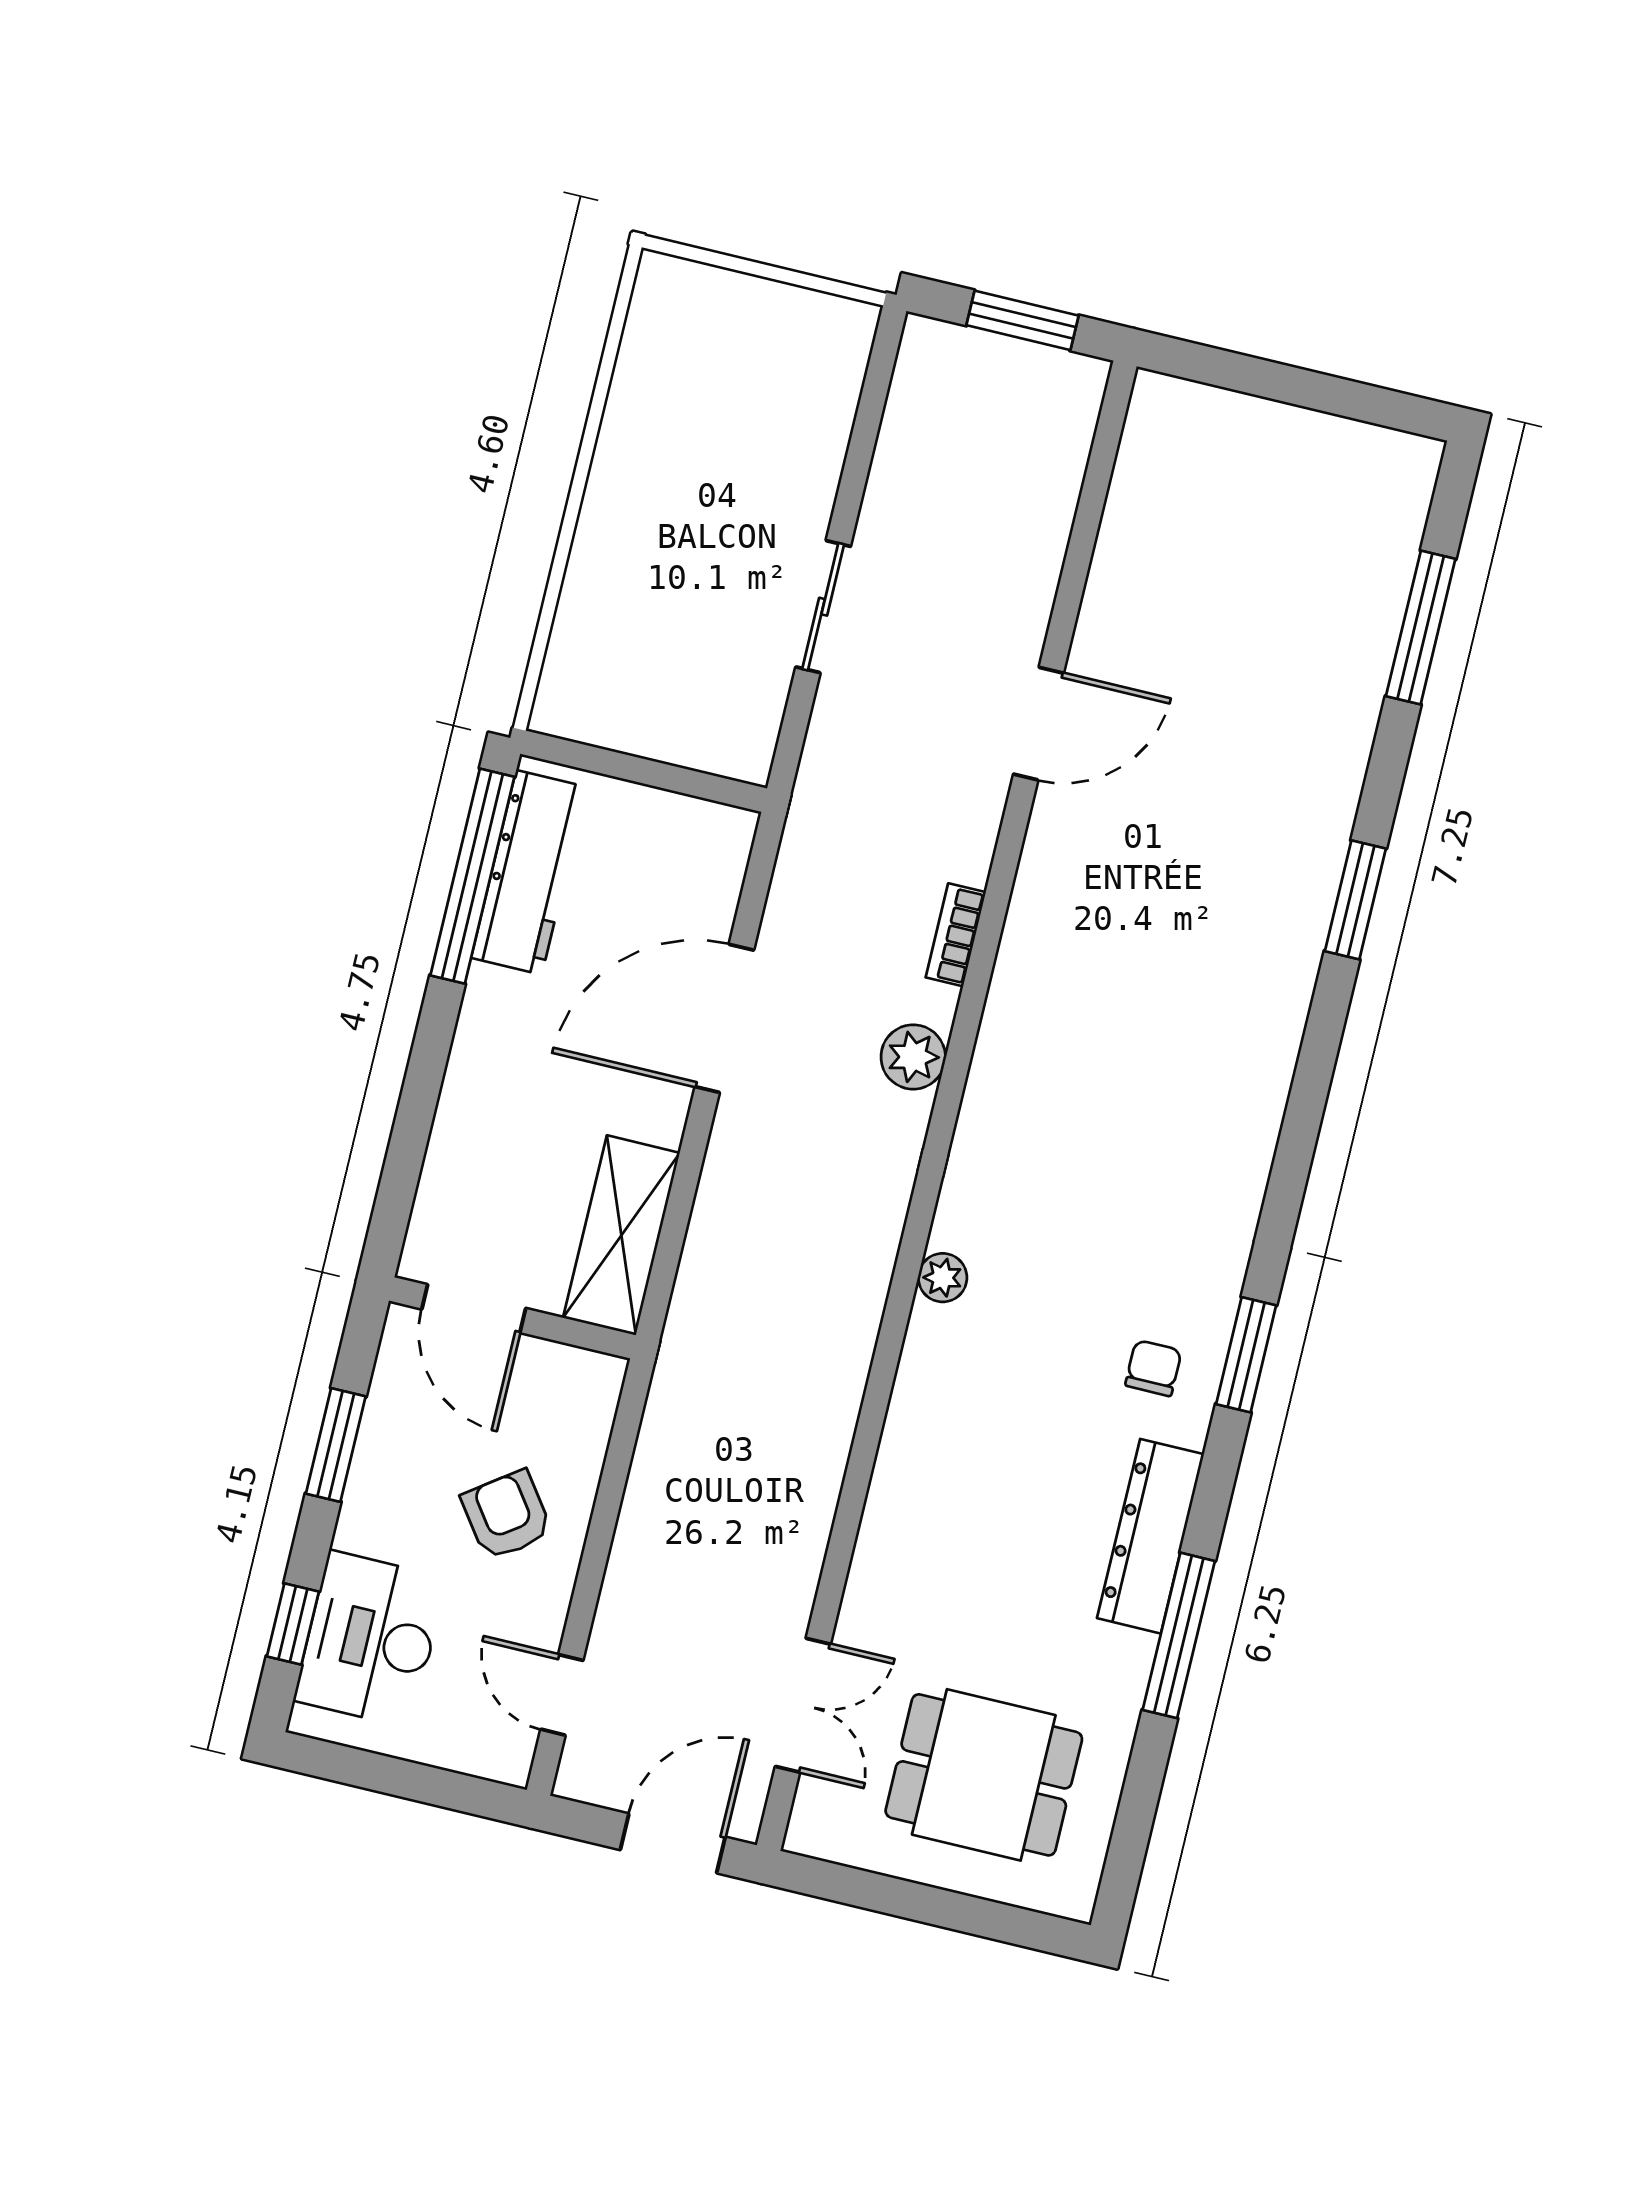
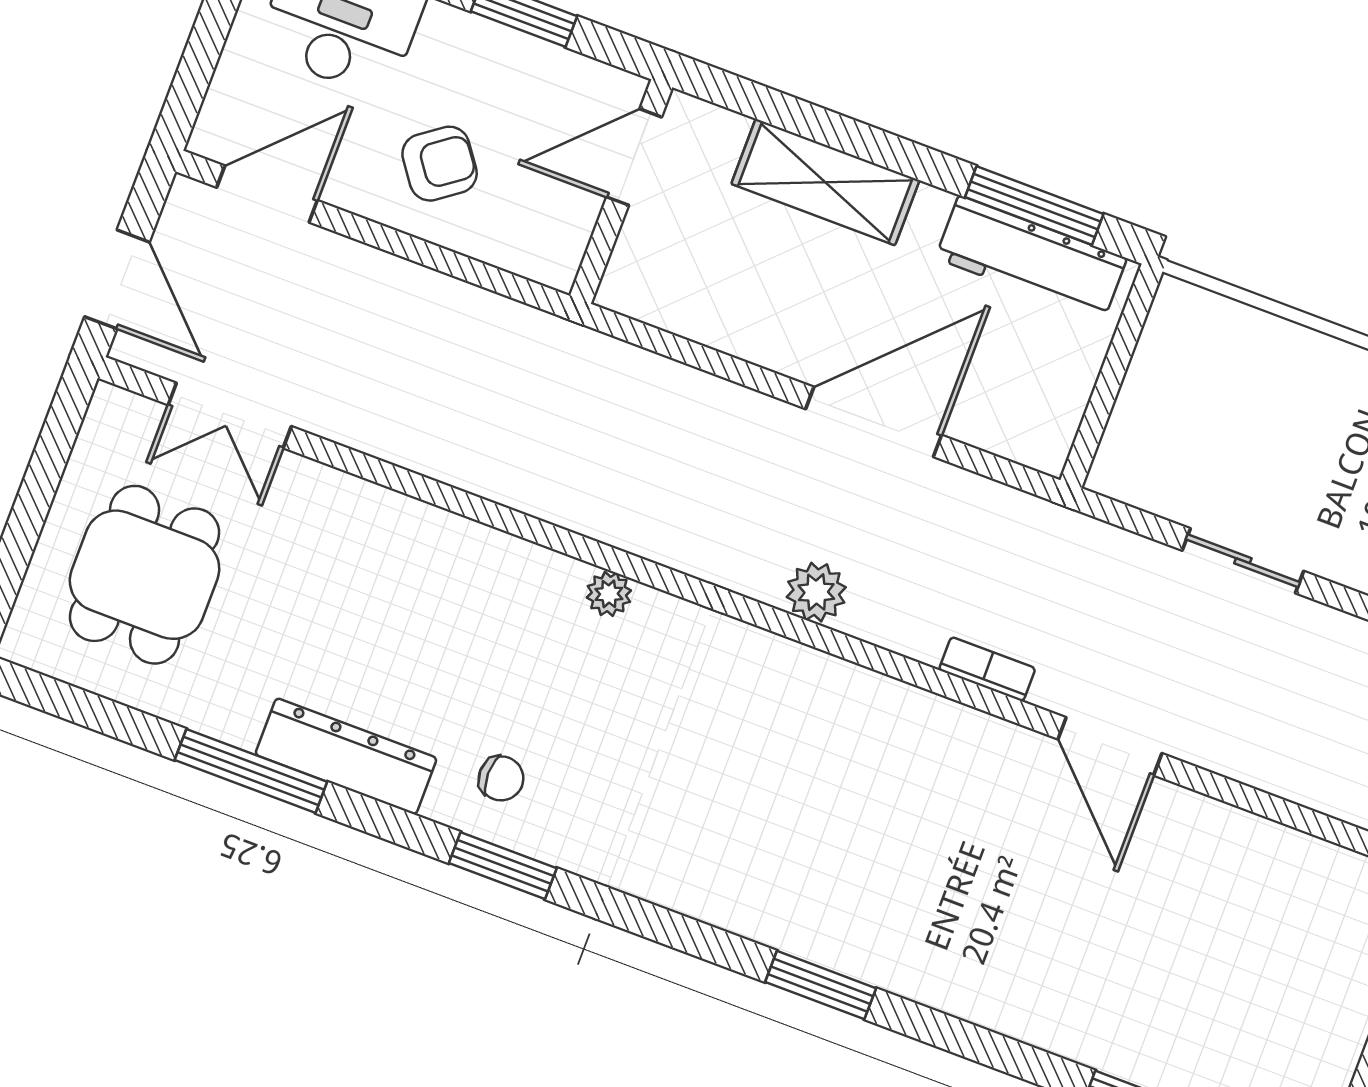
window: (472, 876) -> (1034, 206), width x0.68
window: (1355, 900) -> (821, 985), moved
bookcase: (956, 935) -> (987, 669), moved
door: (724, 1018) -> (874, 422), hinge flipped
shelving: (621, 1235) -> (825, 182), moved
door: (562, 1695) -> (267, 194), width x1.38

